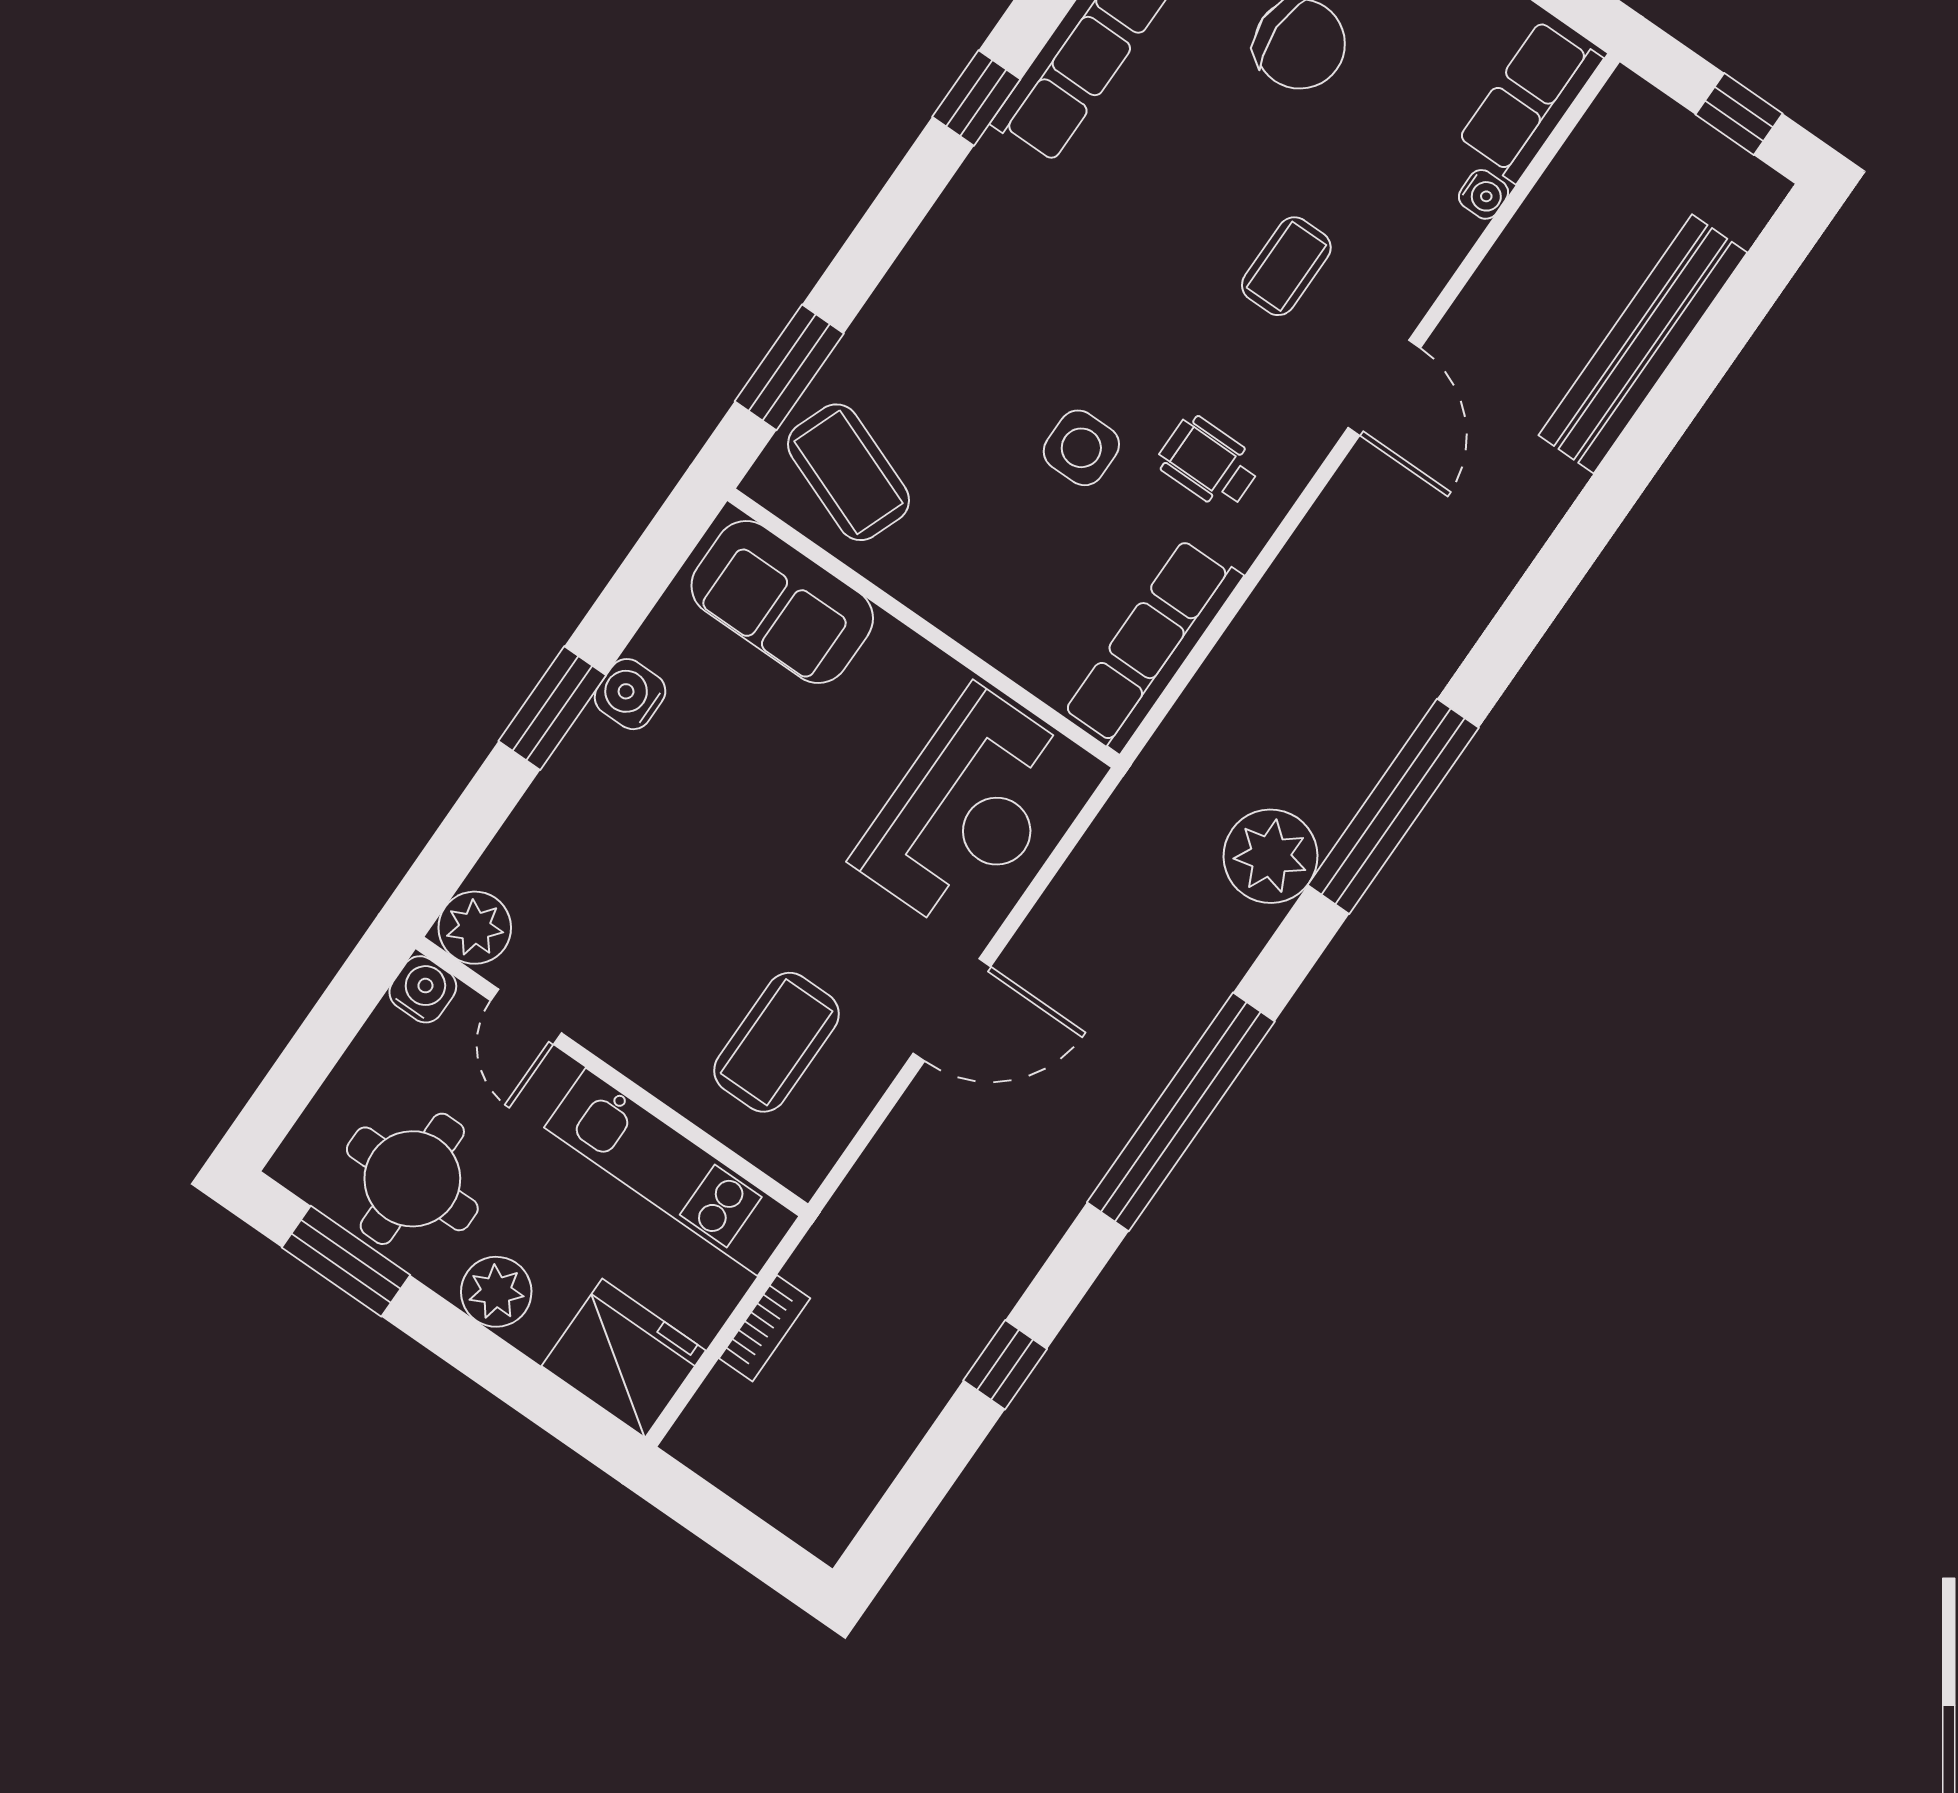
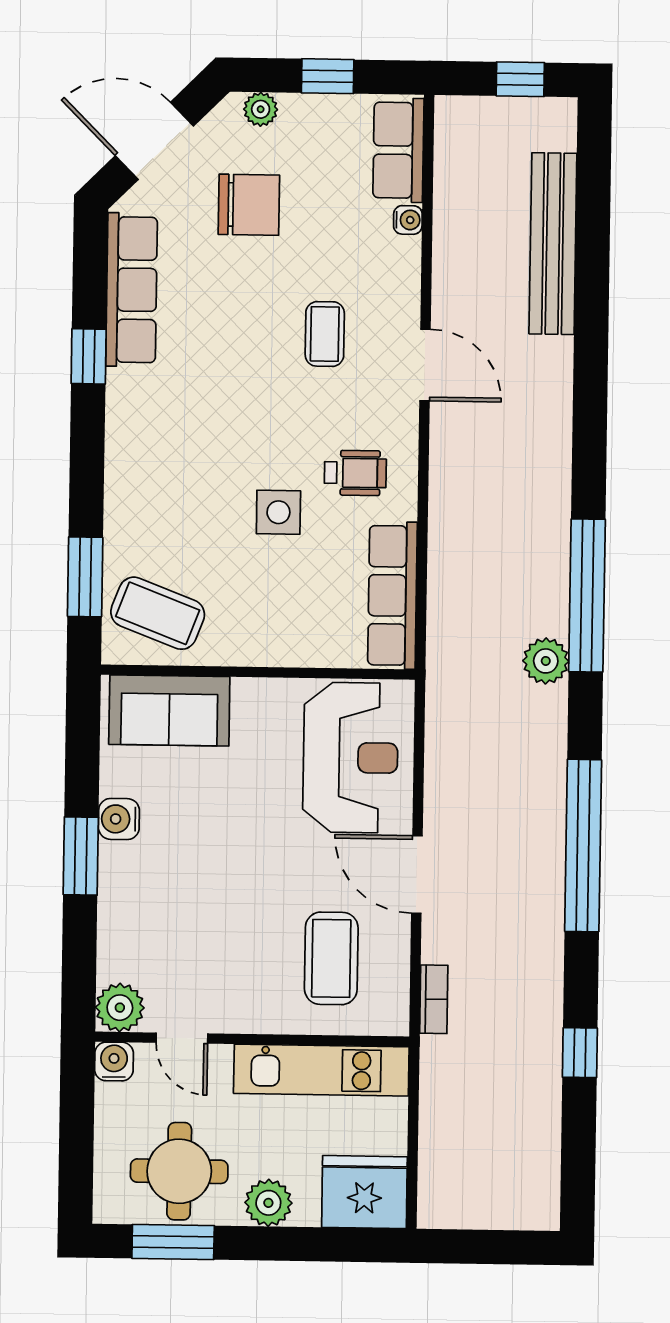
wheelchair: (1209, 463) -> (355, 473), turned 180
plant: (1271, 856) -> (546, 661), width x0.73, depth x0.73
door: (952, 1010) -> (417, 874), swing flipped
bookcase: (765, 1328) -> (434, 999), moved

